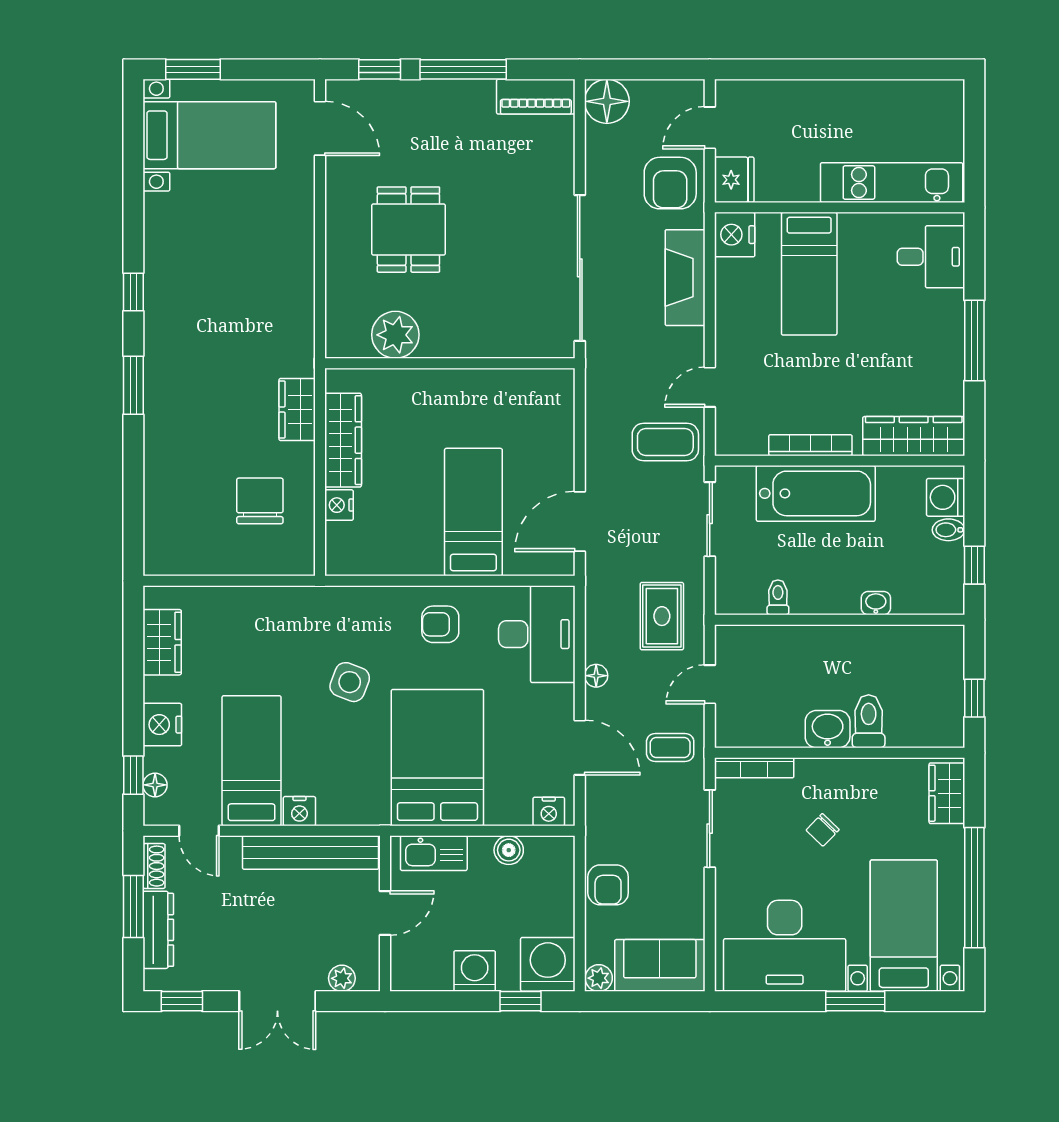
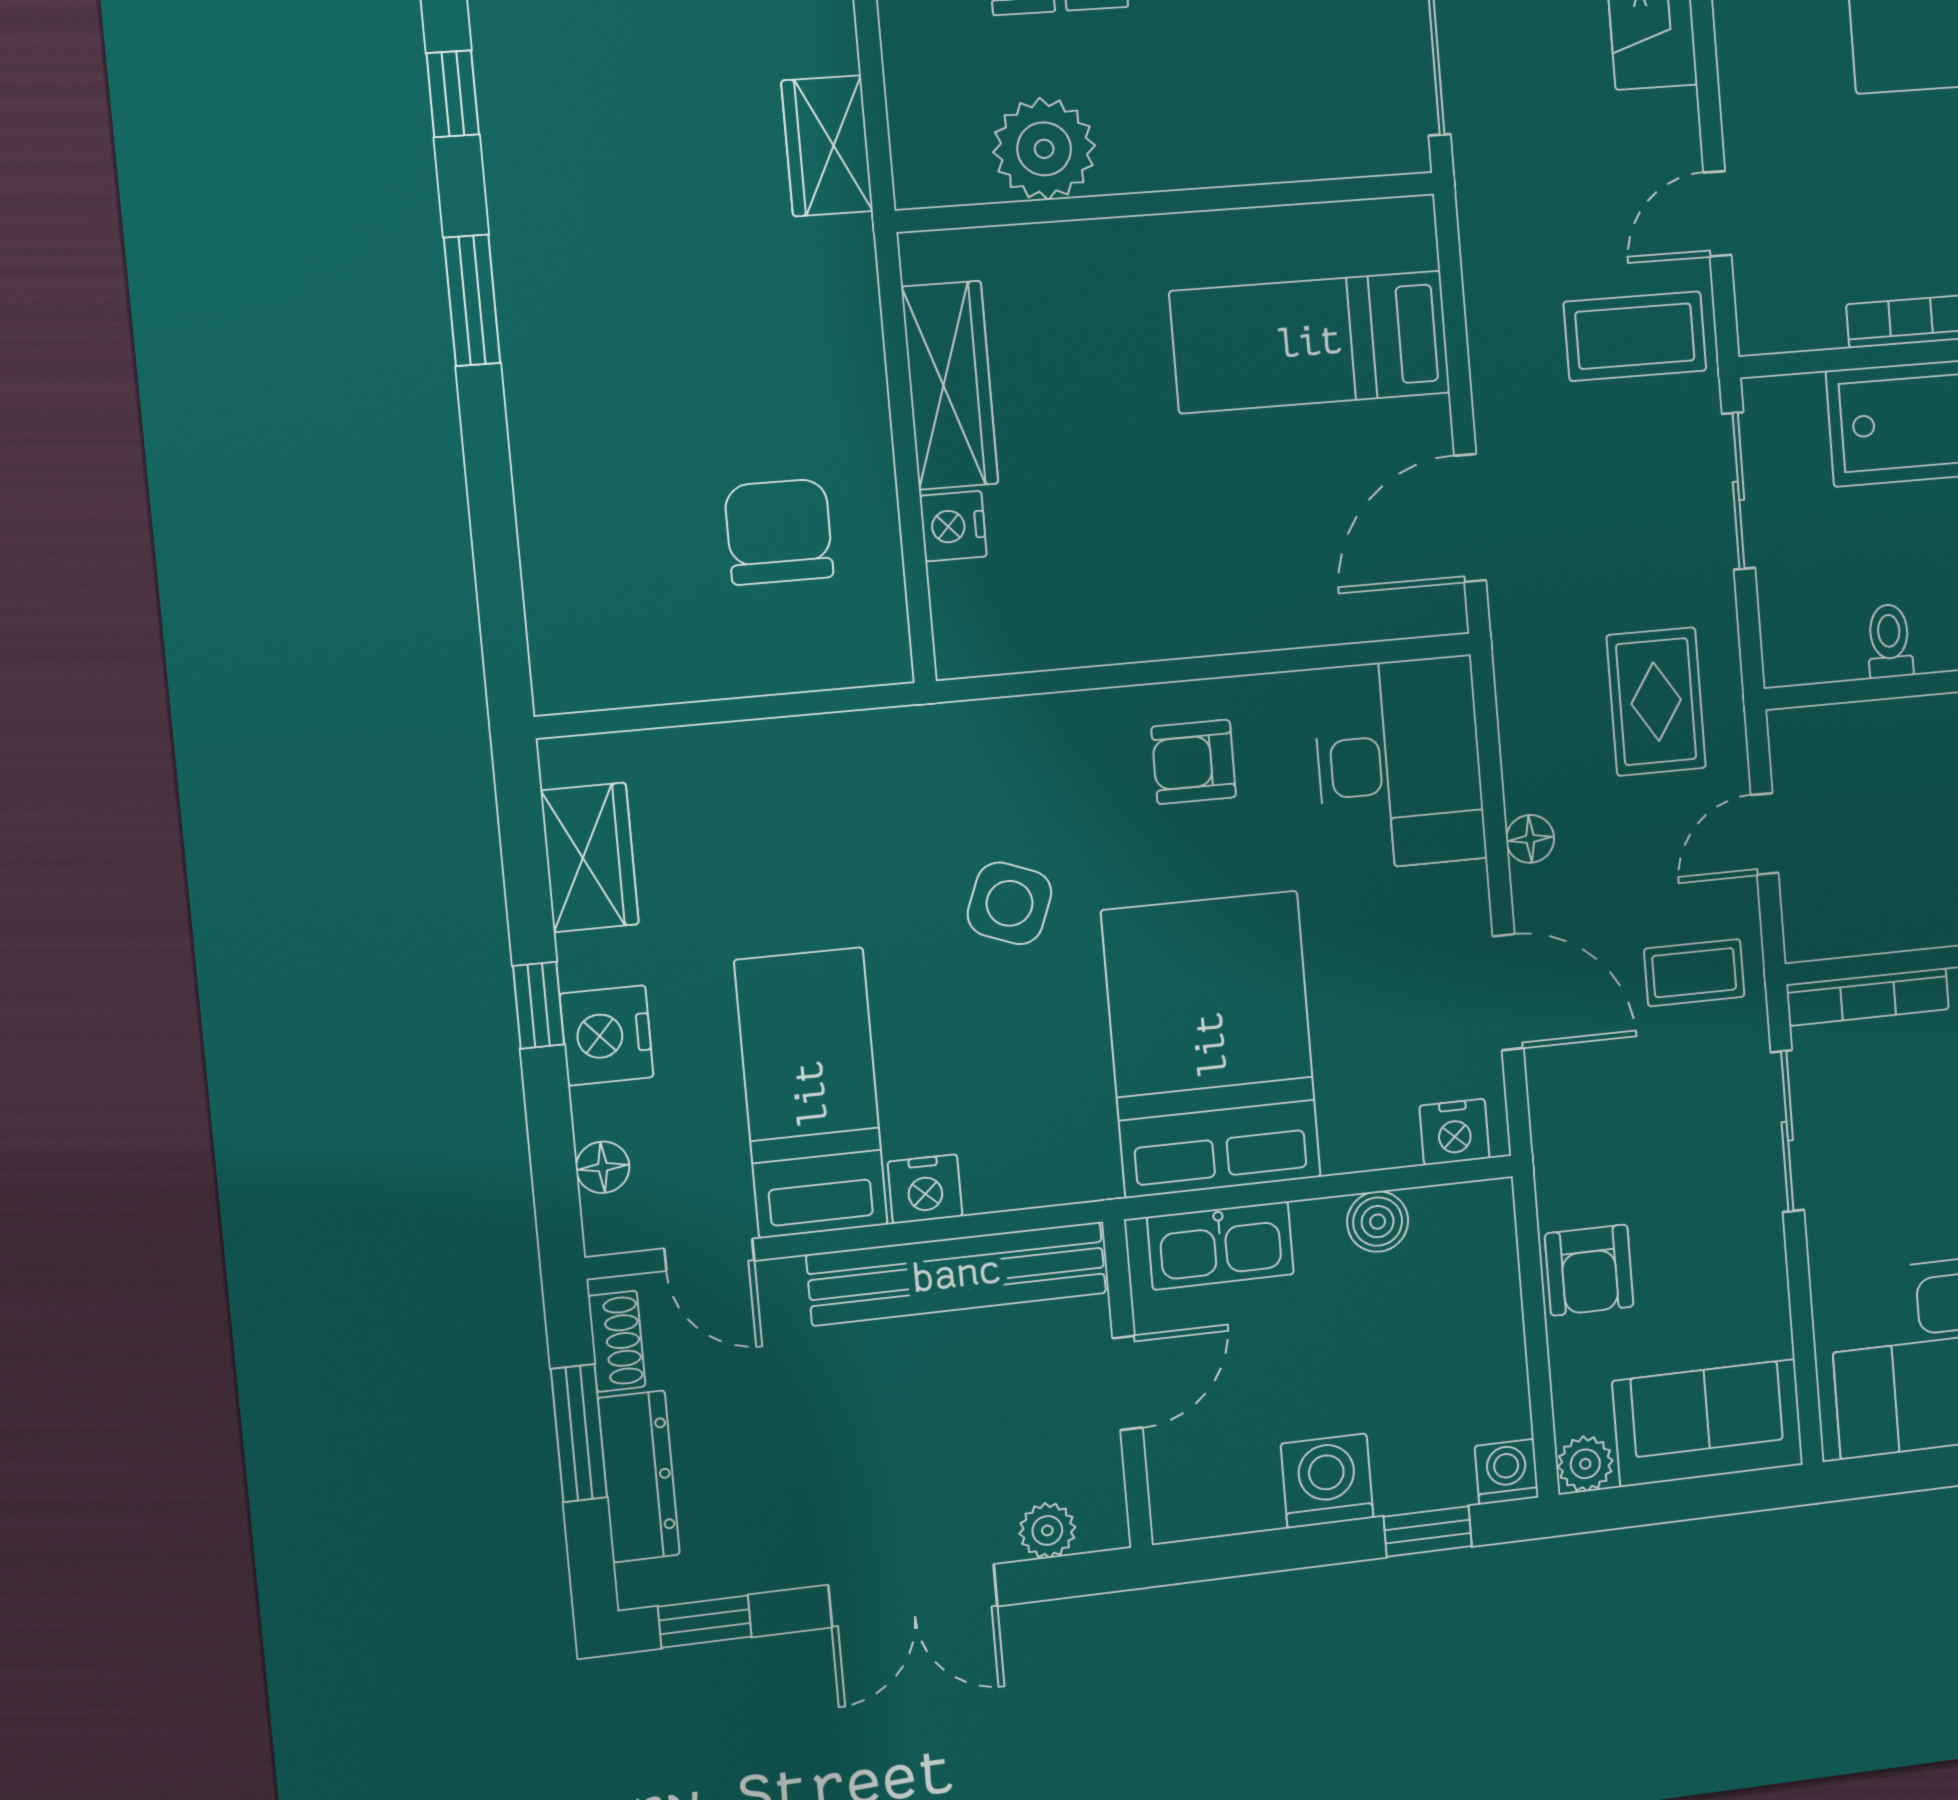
wardrobe: (297, 410) -> (827, 146), moved
bed: (473, 512) -> (1310, 342), moved, turned -90
window: (133, 775) -> (539, 1005), moved
washing machine: (548, 964) -> (1507, 1472), width x0.53, depth x0.53

